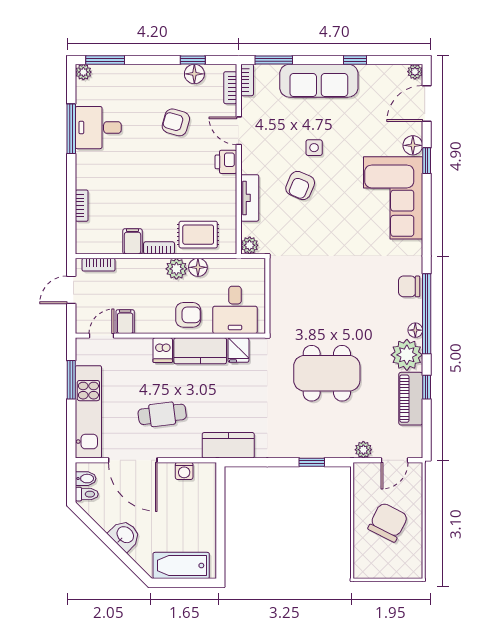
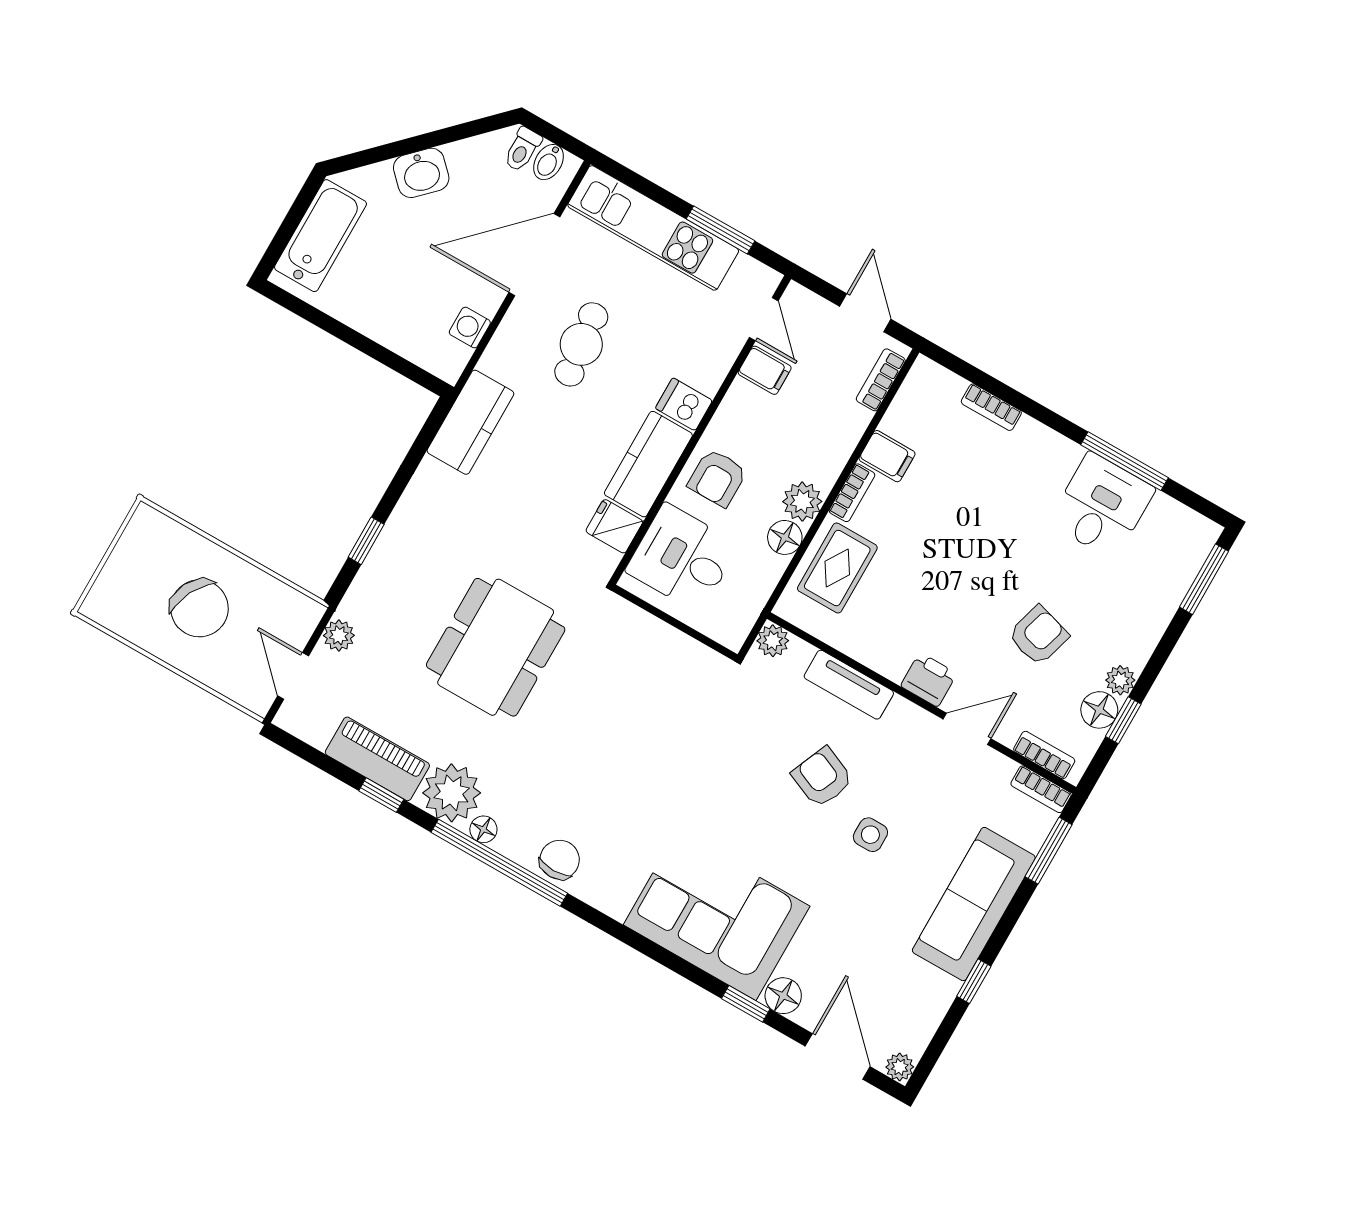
plant: (83, 72) -> (1120, 680), moved

